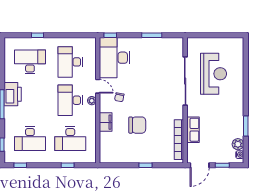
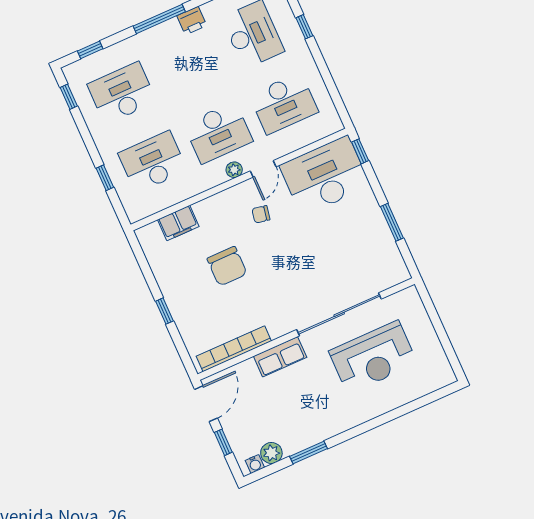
desk: (70, 62) -> (284, 103), turned 180
printer: (13, 94) -> (192, 21), width x0.53, depth x0.68
desk: (70, 100) -> (218, 133), turned 180
filing cabinet: (106, 122) -> (178, 223), moved
row of seats: (193, 130) -> (280, 357), moved
desk: (30, 139) -> (122, 93), turned 90
desk: (70, 139) -> (153, 162), turned 90
door: (200, 165) -> (206, 404), swing flipped

